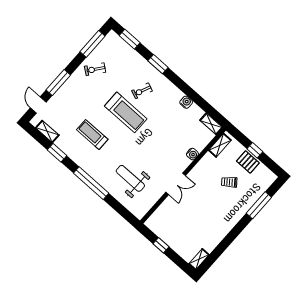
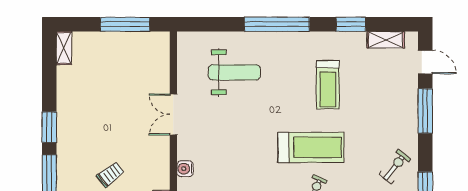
treadmill: (126, 112) -> (311, 147), turned 180
treadmill: (92, 134) -> (328, 85), turned 90
window: (238, 229) -> (49, 127), added
window: (161, 245) -> (125, 24), width x2.17

